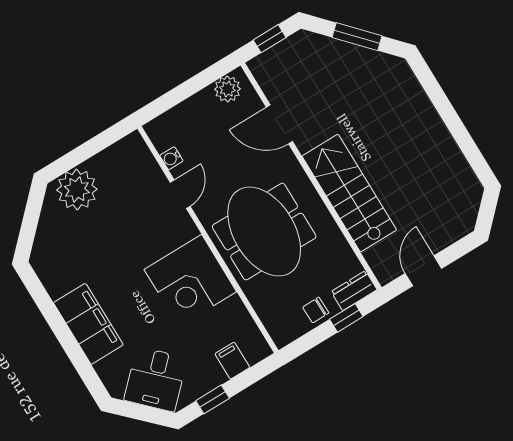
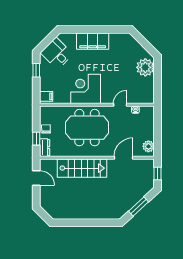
door: (180, 194) -> (120, 105), swing flipped
filing cabinet: (232, 361) -> (46, 96), moved

